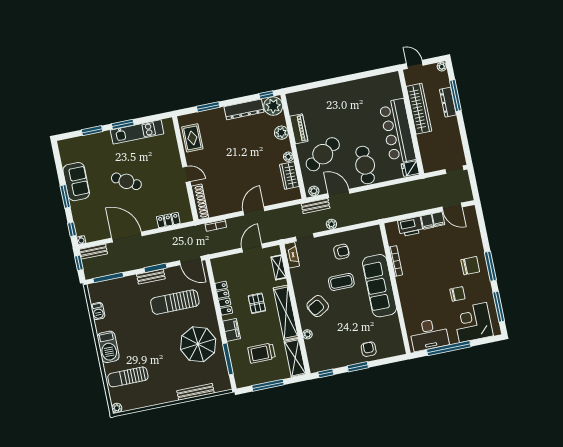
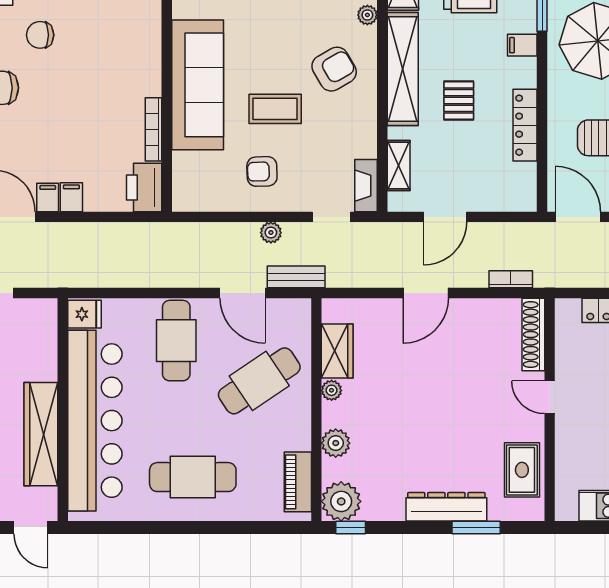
cafe table: (344, 103) -> (193, 477), added
dresser: (244, 109) -> (446, 507), moved
piano: (299, 129) -> (298, 482), moved
bar counter: (398, 131) -> (95, 421), width x1.36
plant: (314, 191) -> (293, 309), removed
printer: (410, 226) -> (144, 187), moved, turned -90
filing cabinet: (232, 330) -> (522, 45), width x0.50

